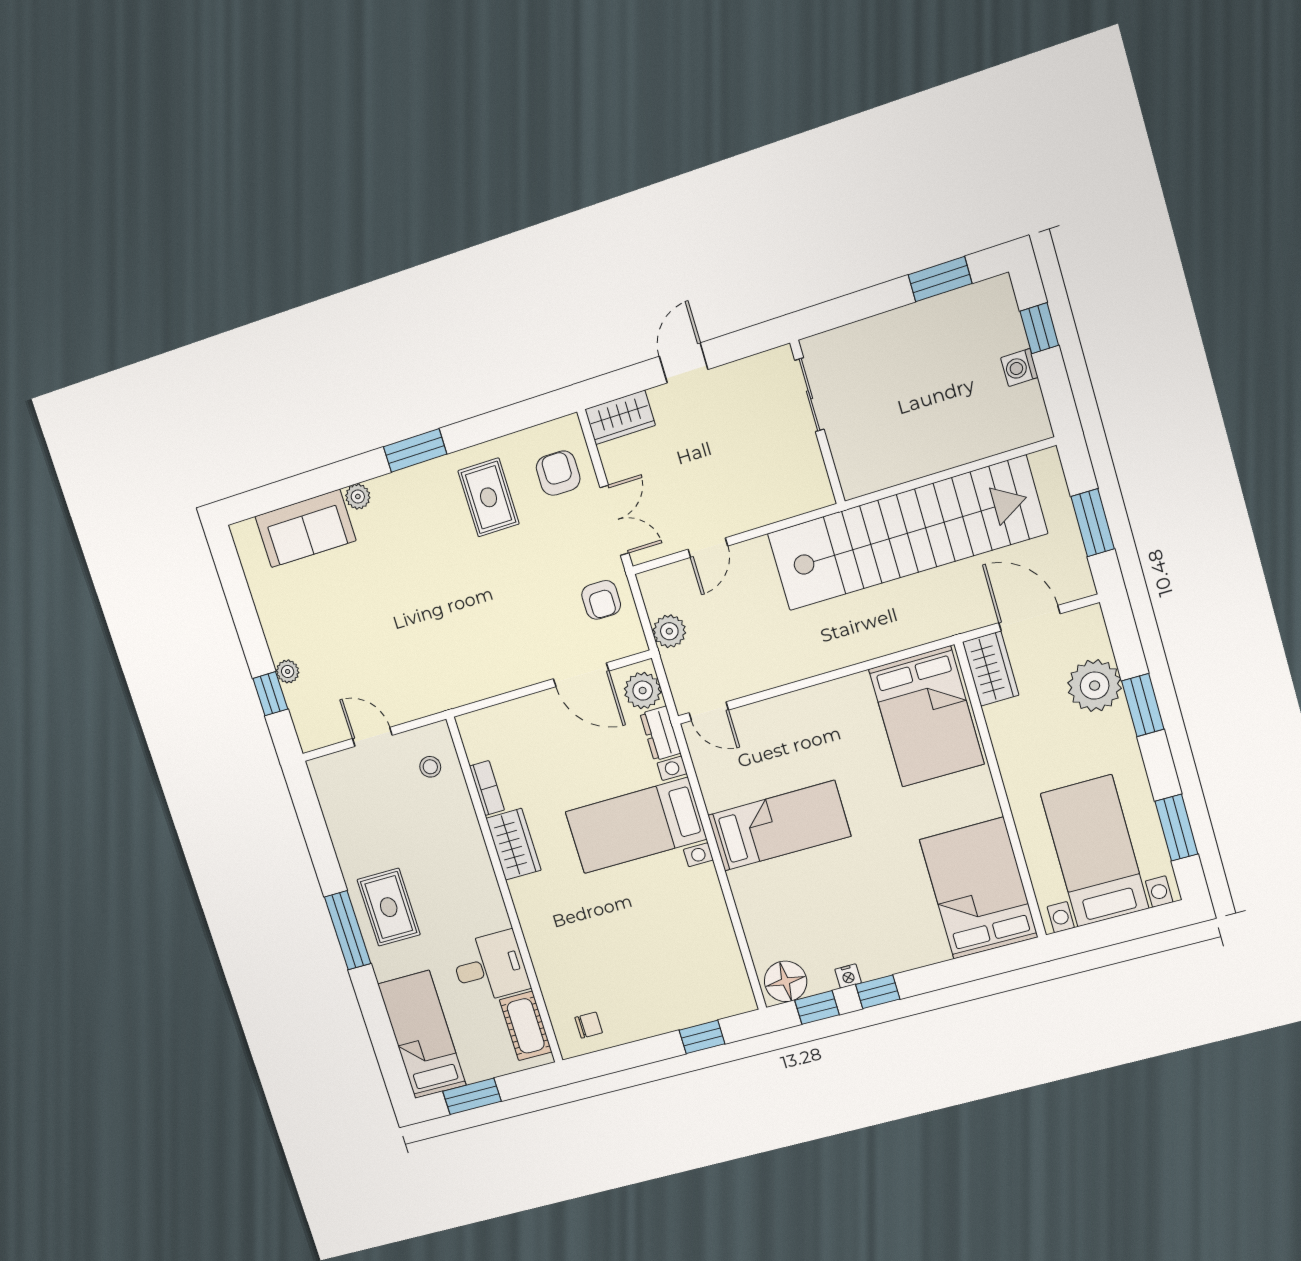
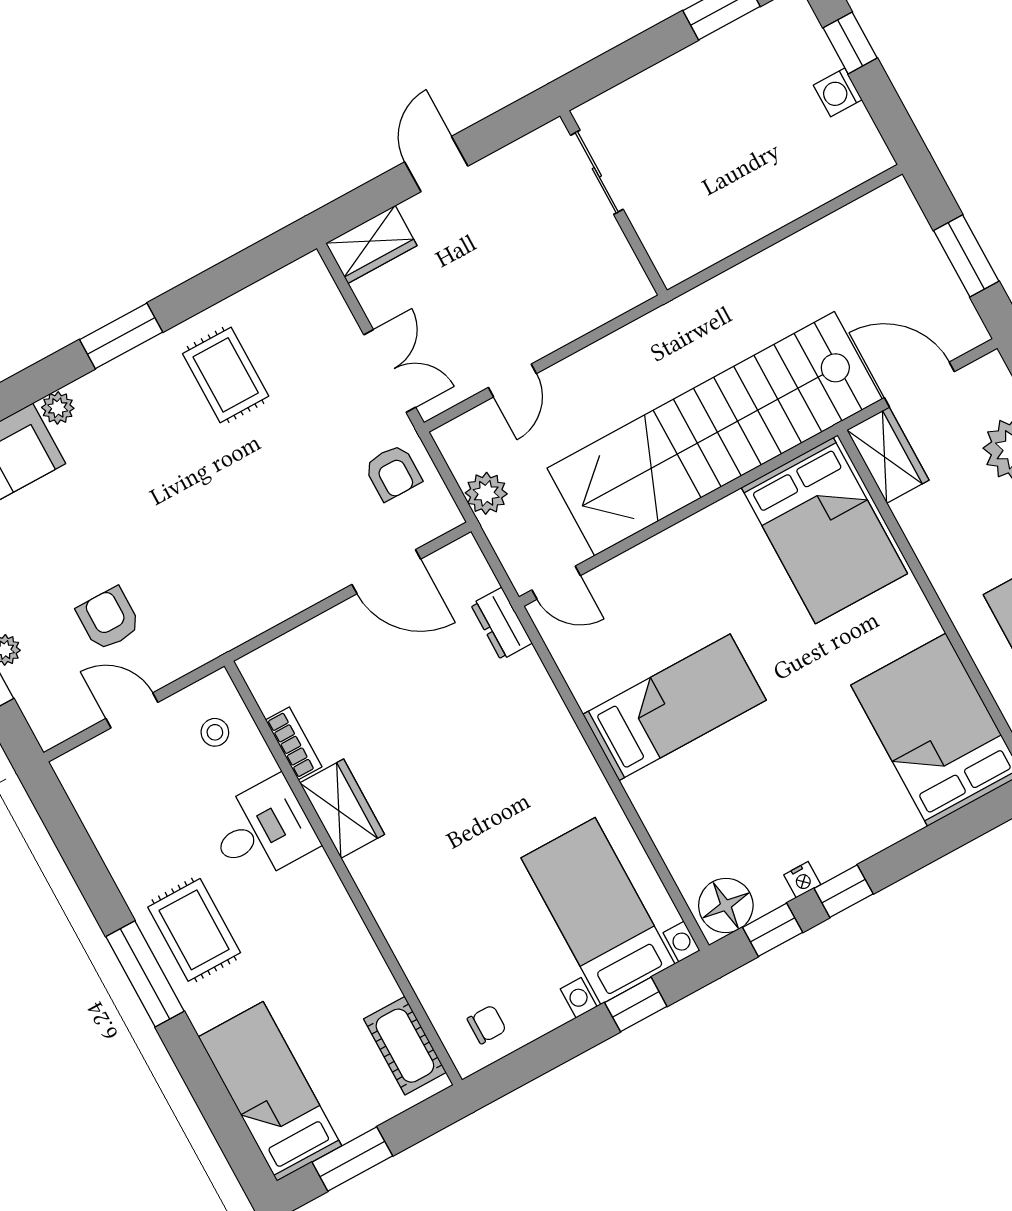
armchair: (558, 473) -> (109, 619), moved
stairs: (906, 534) -> (715, 434), moved, turned 180
plant: (643, 691) -> (468, 575), removed
bed with nightstands: (636, 825) -> (598, 911), moved, turned 90
desk: (490, 967) -> (262, 830), moved

